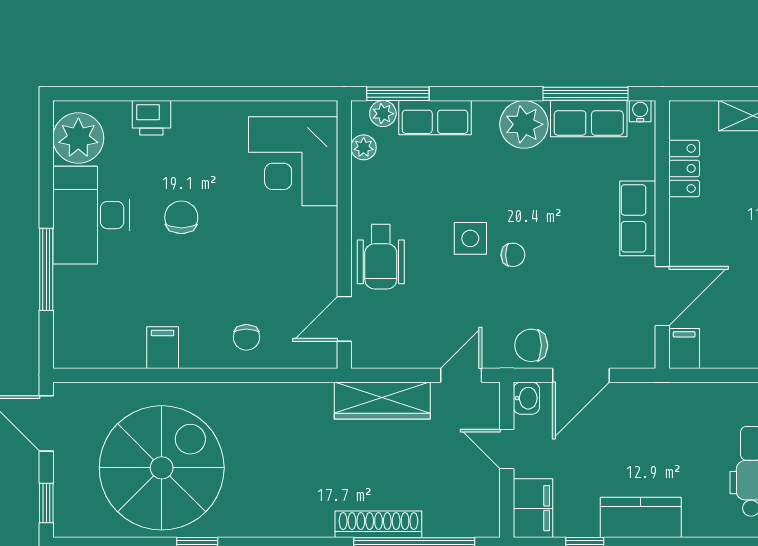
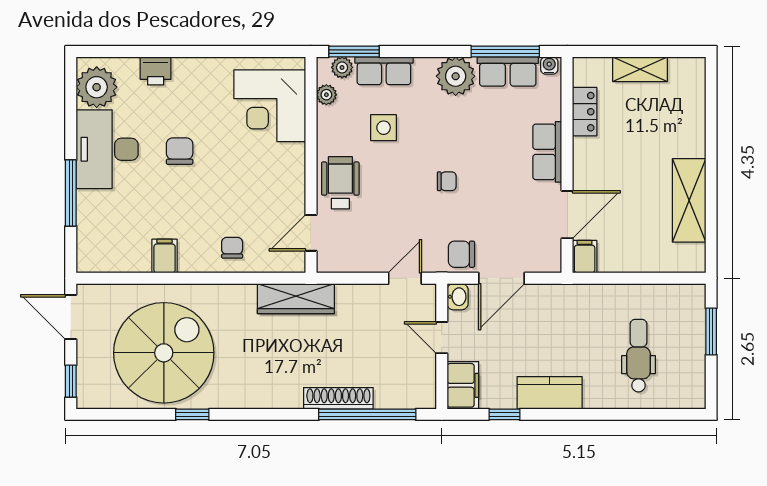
side table: (470, 238) -> (384, 128), moved
wheelchair: (381, 257) -> (340, 183), turned 180
chair: (246, 337) -> (232, 248), turned 180
wardrobe: (382, 400) -> (296, 299), moved

